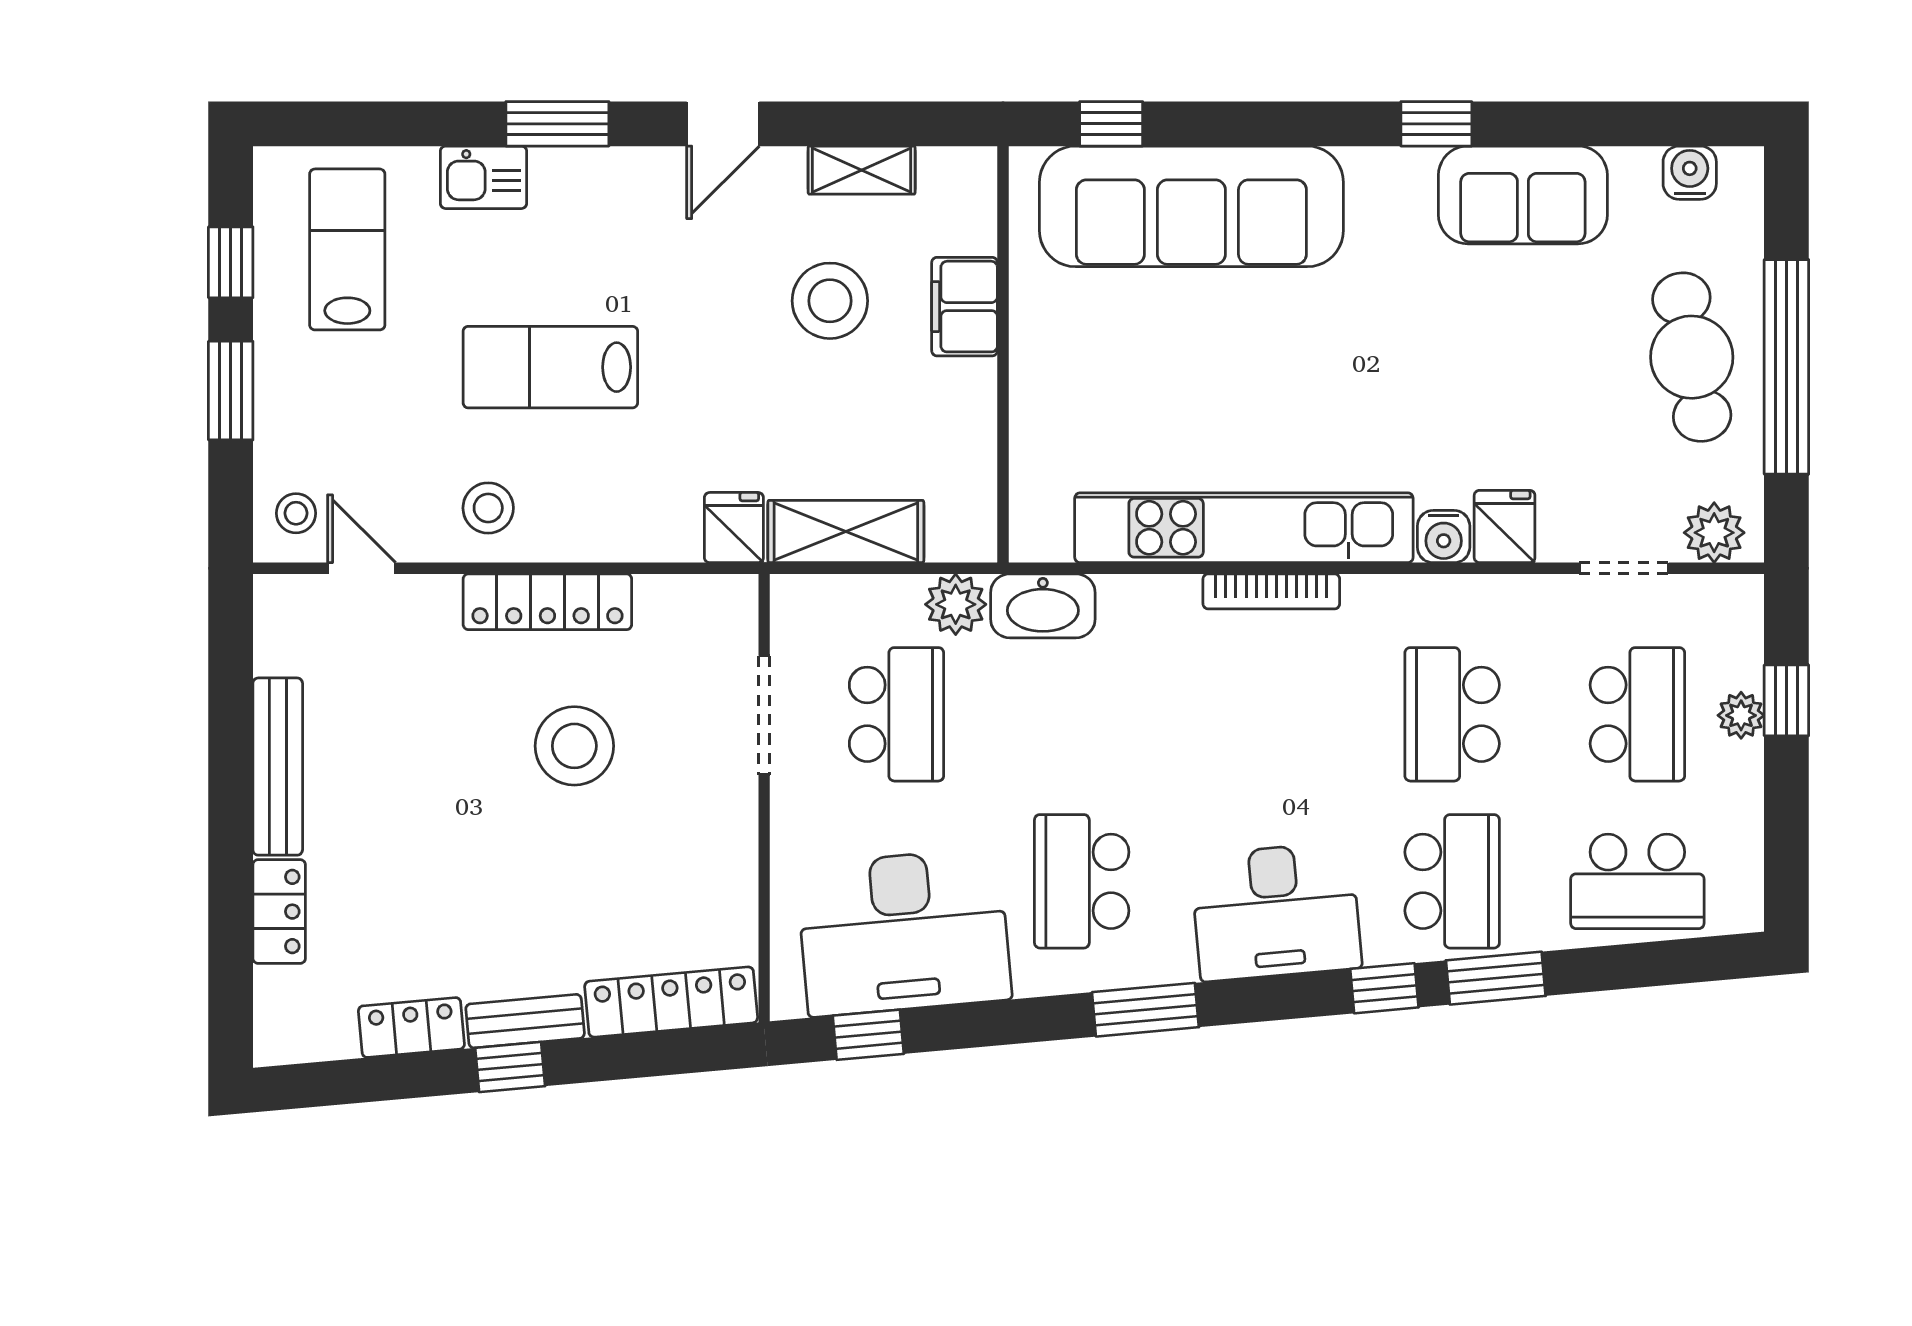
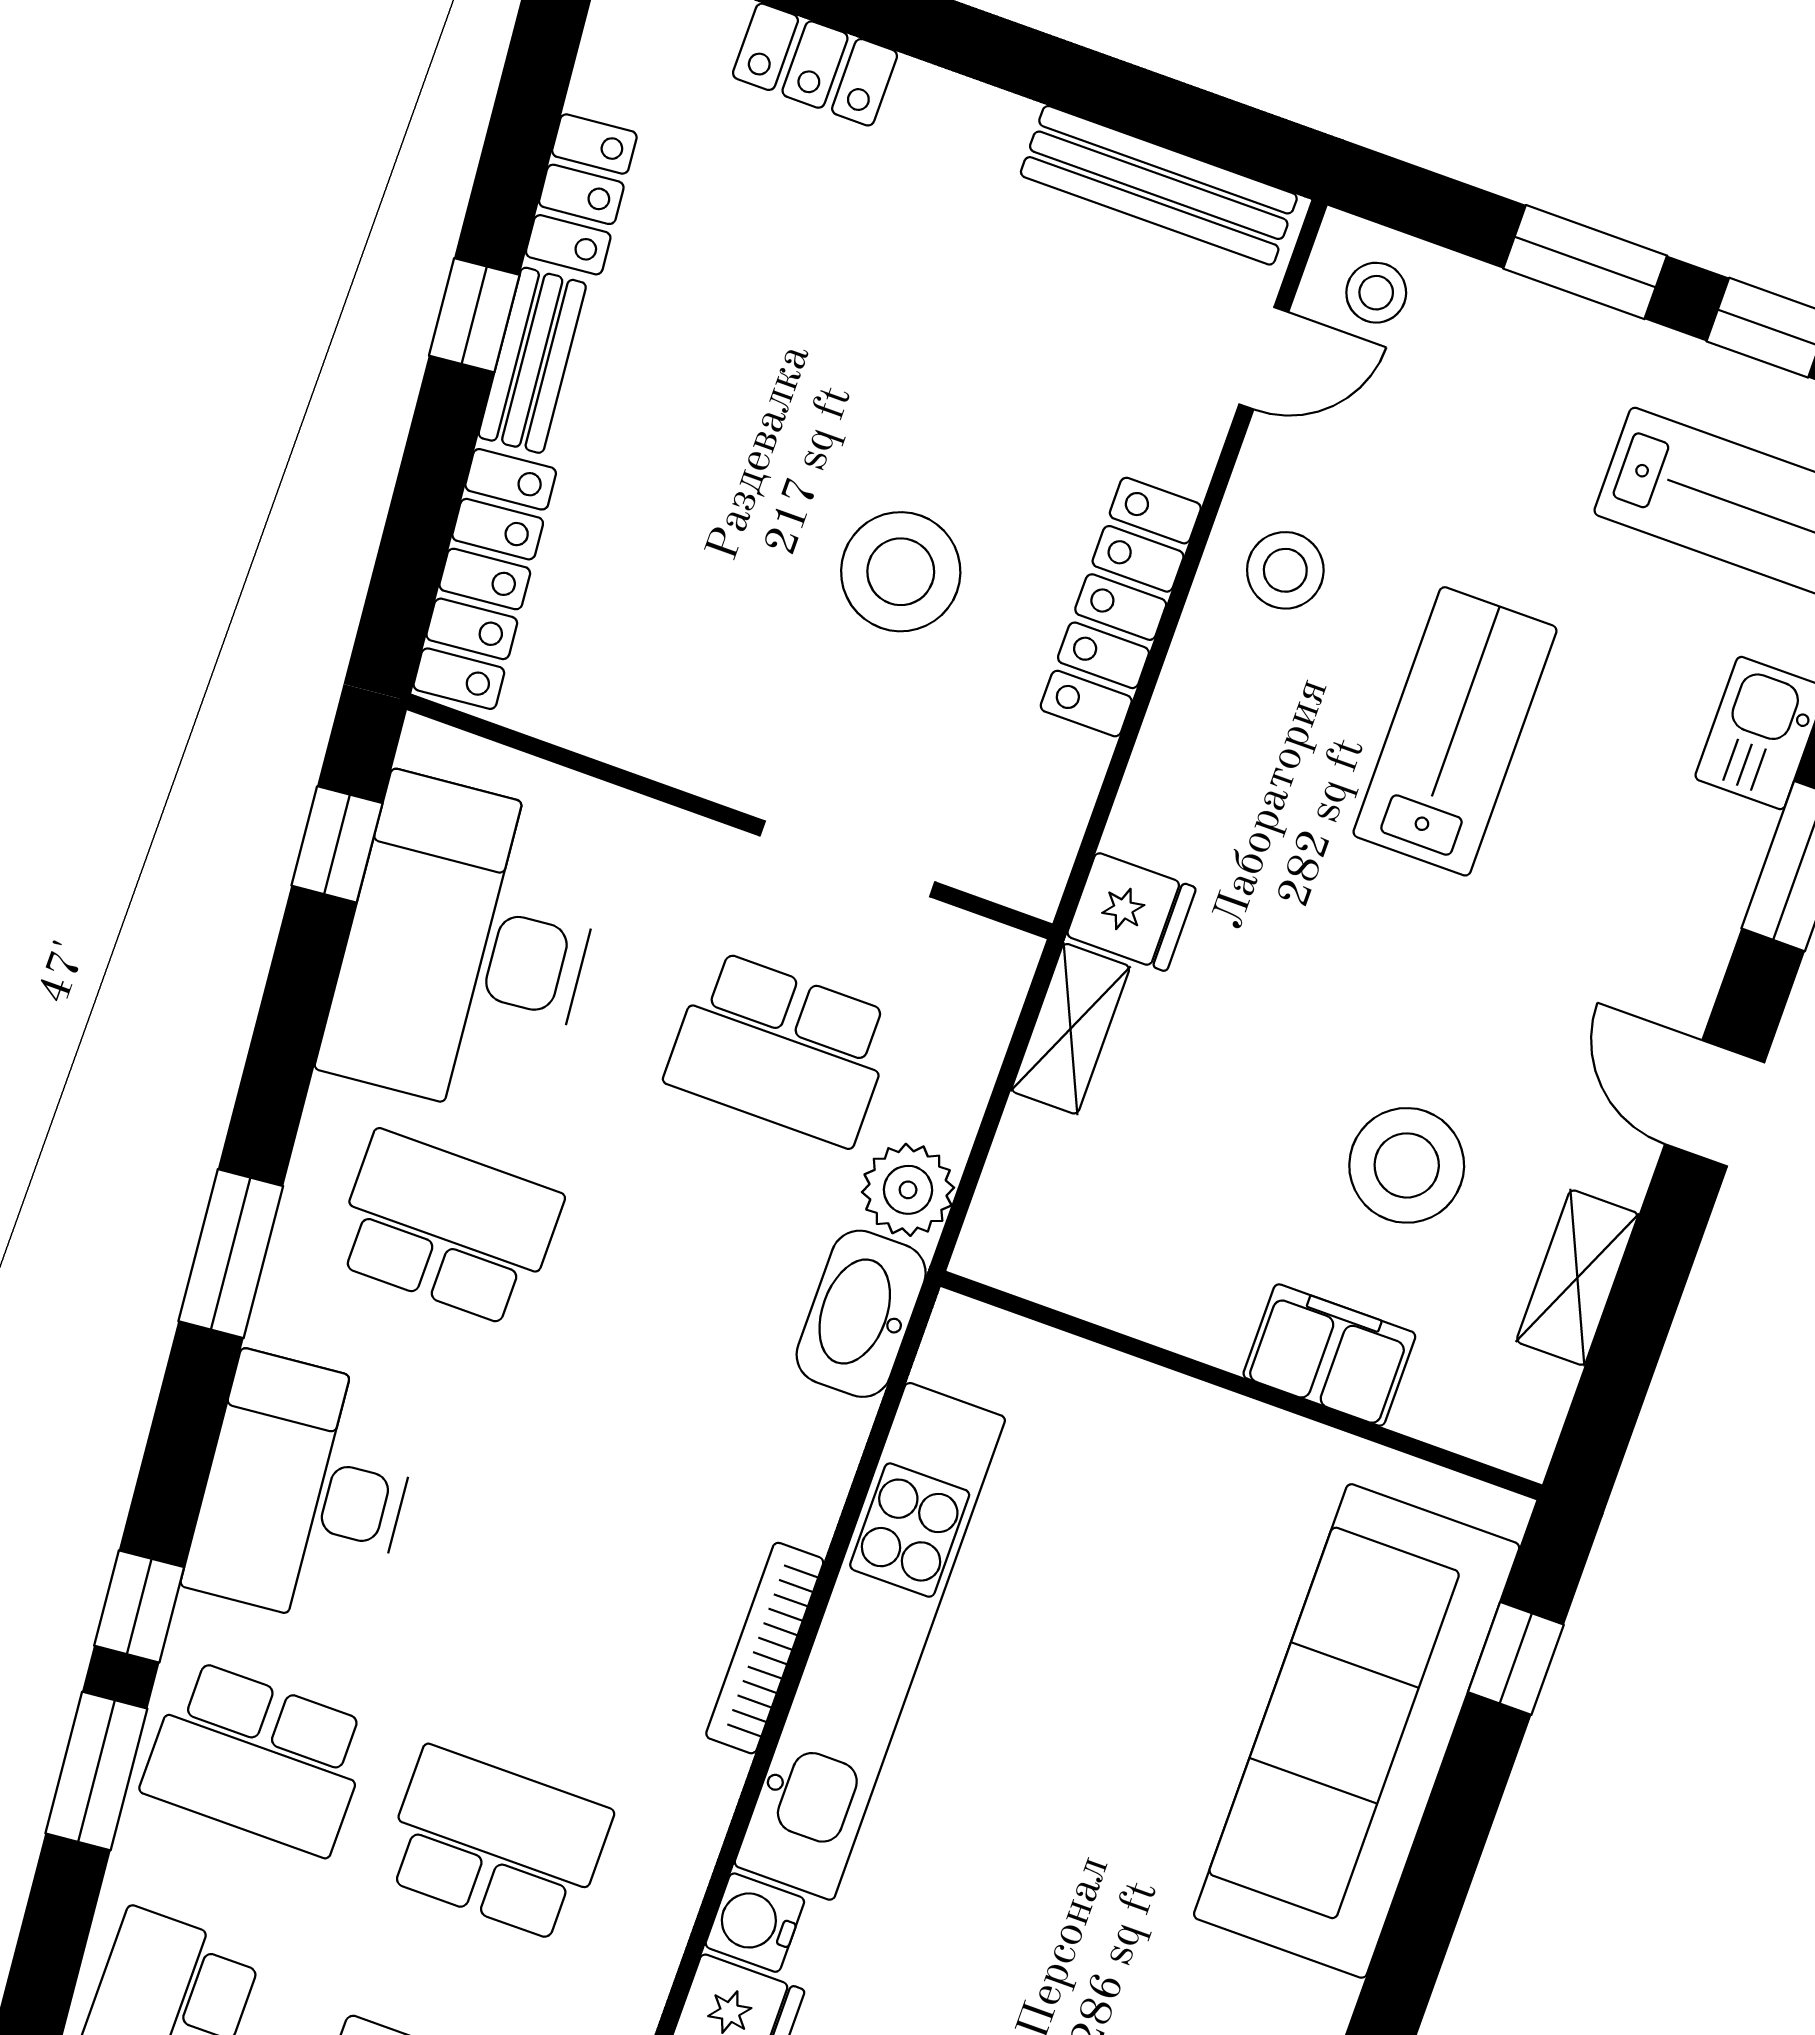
shelving: (846, 532) -> (1070, 1029), width x0.67, depth x0.75
bench: (278, 767) -> (1159, 185), moved

